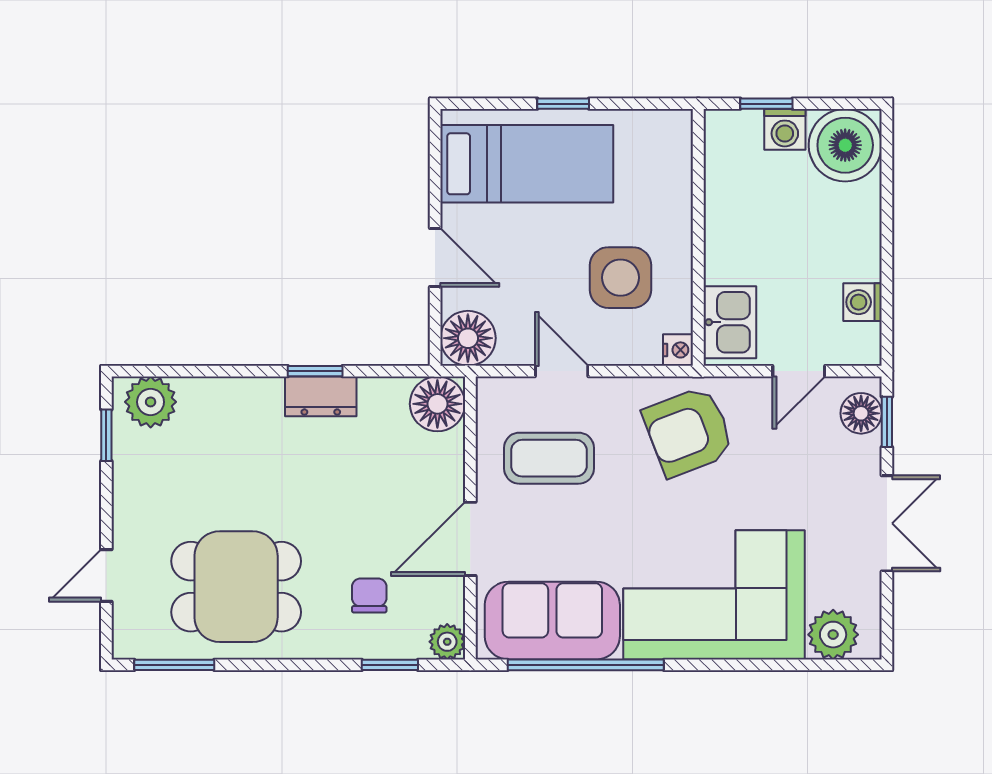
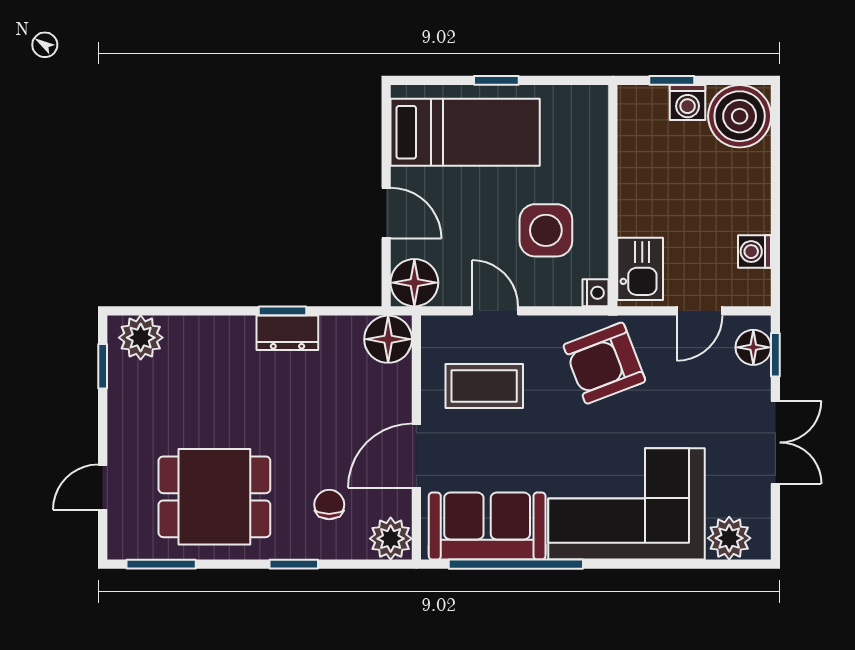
plant: (447, 642) -> (391, 539), width x1.38, depth x1.38
window: (390, 665) -> (294, 564), moved

